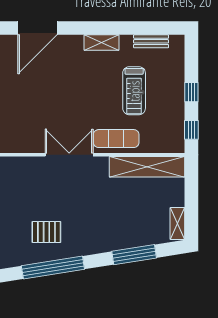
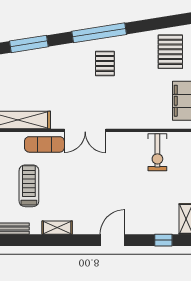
door: (38, 28) -> (113, 240), width x0.73
pallet: (46, 232) -> (105, 63), turned 90

